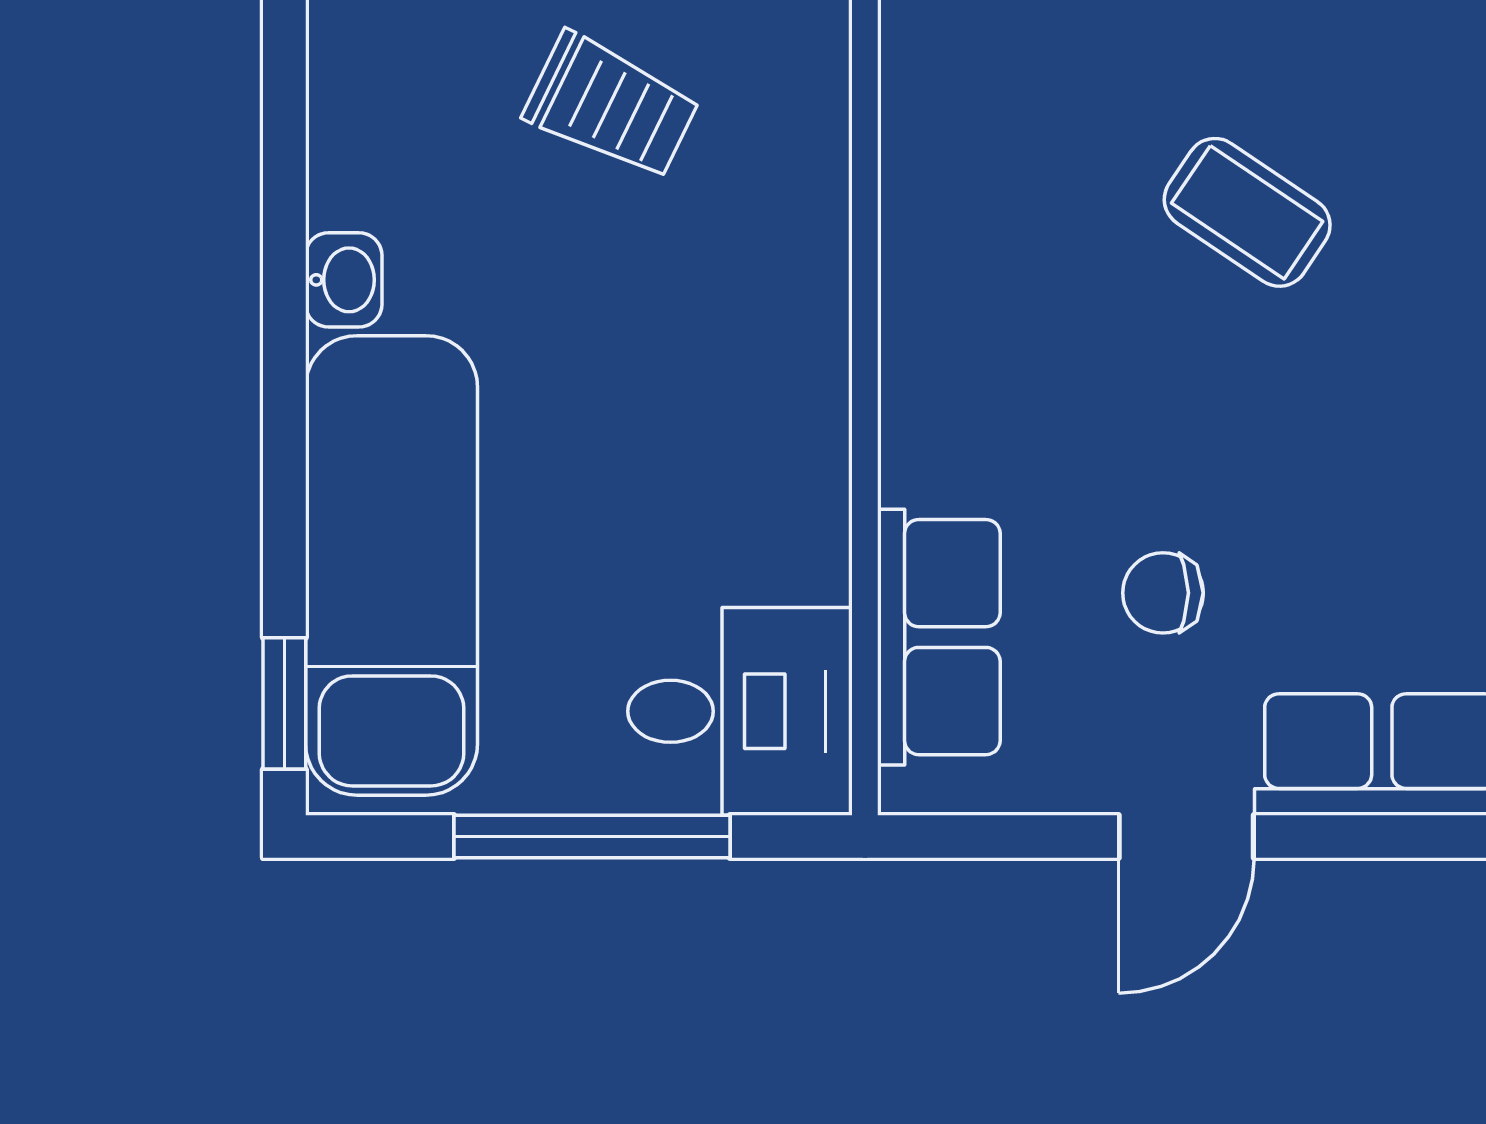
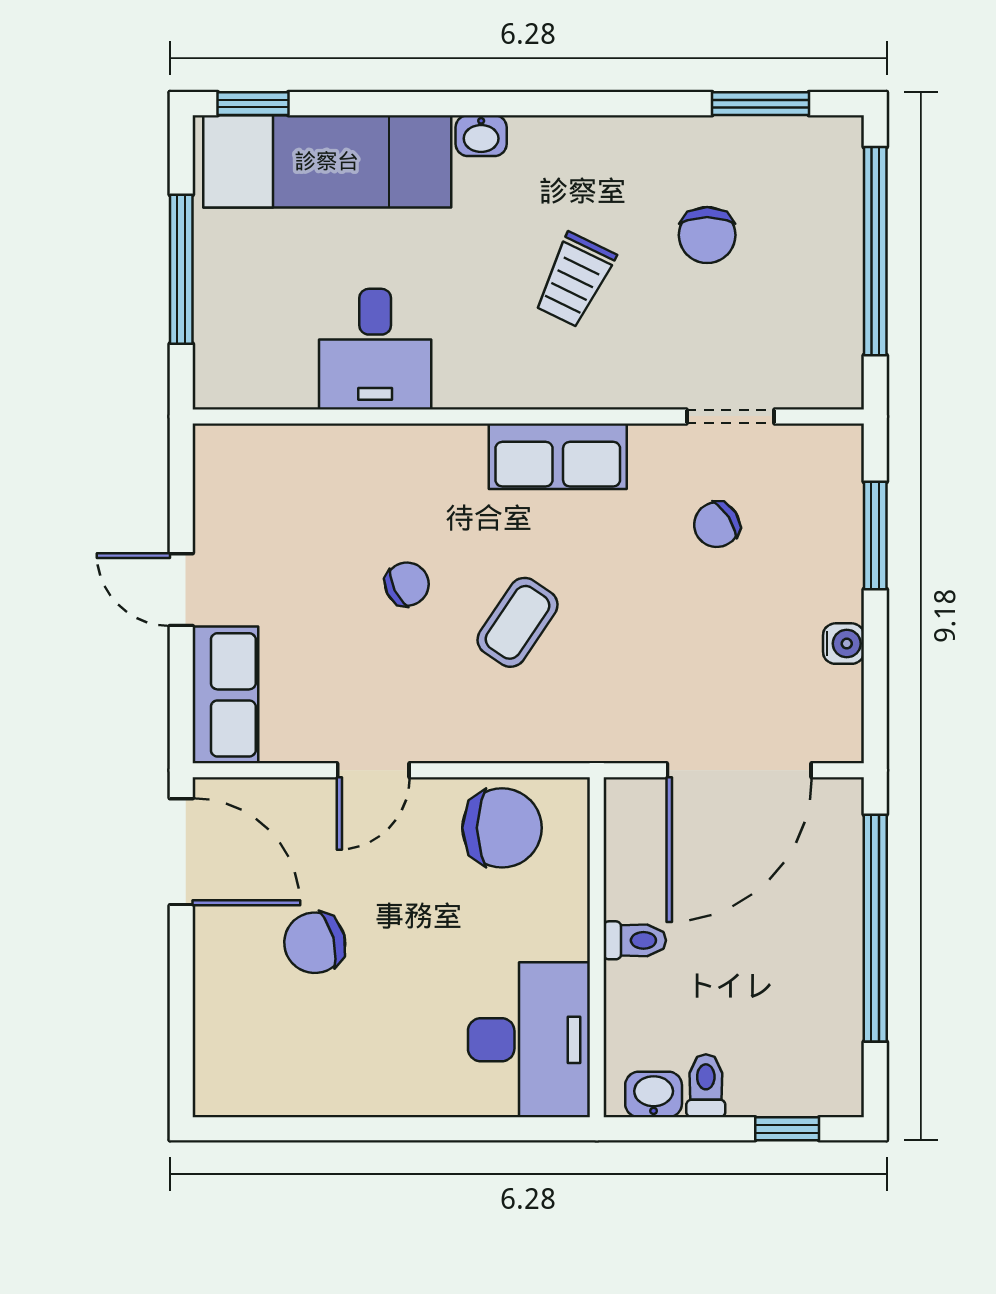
chair: (1163, 593) -> (407, 584), moved, turned 64
row of seats: (939, 637) -> (558, 456), moved
desk: (740, 711) -> (375, 349), moved

